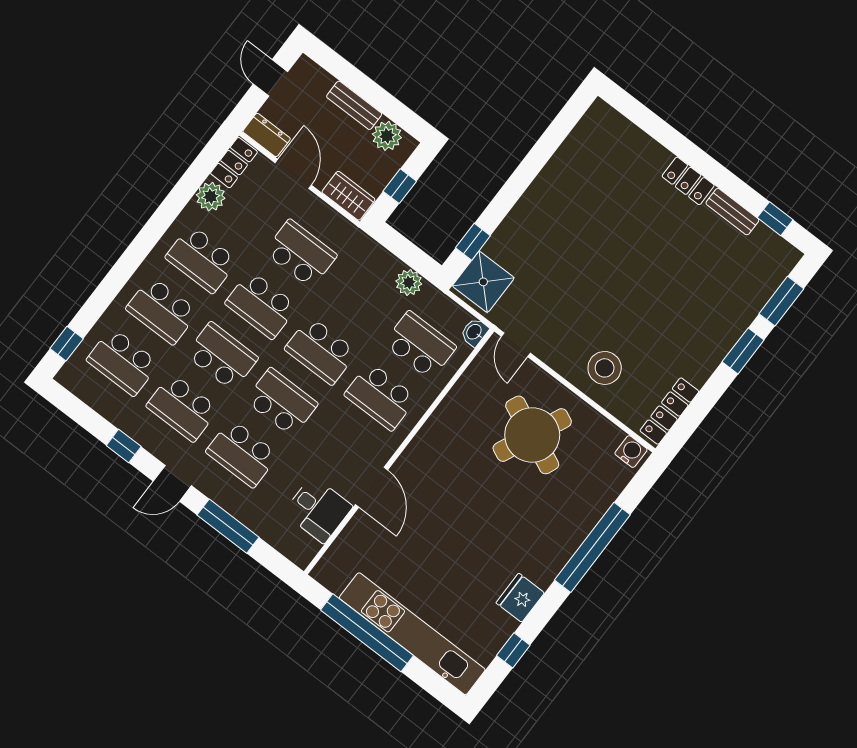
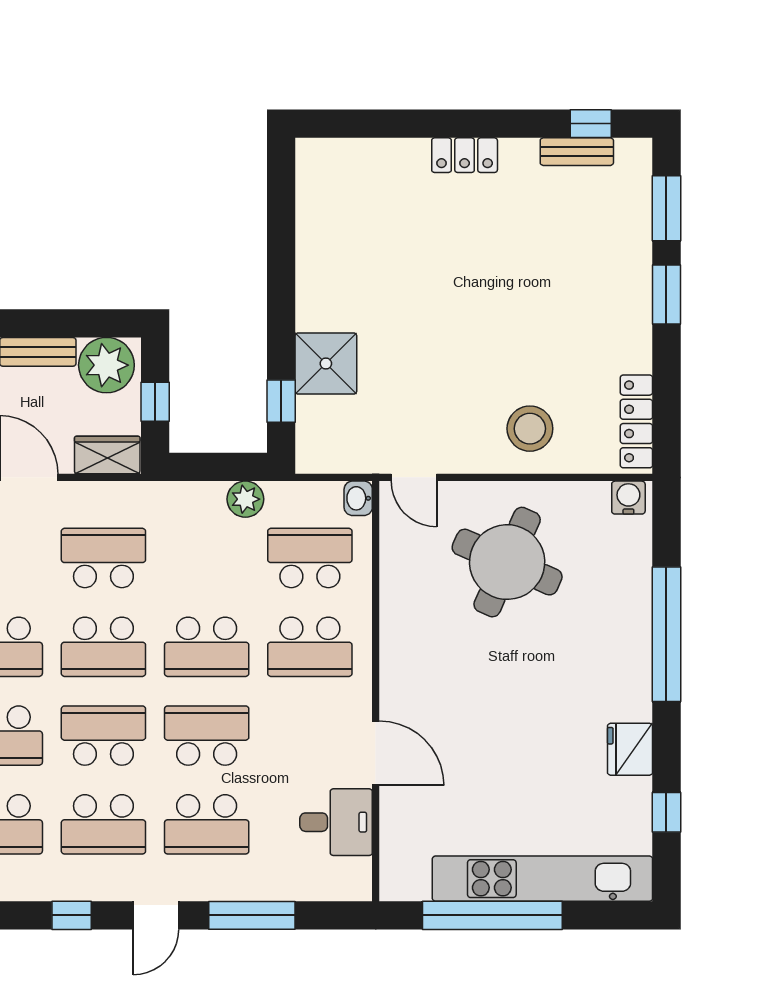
plant: (387, 136) -> (106, 365), width x1.36, depth x1.36
bench: (732, 212) -> (577, 152), moved
shower: (483, 282) -> (326, 364), moved

